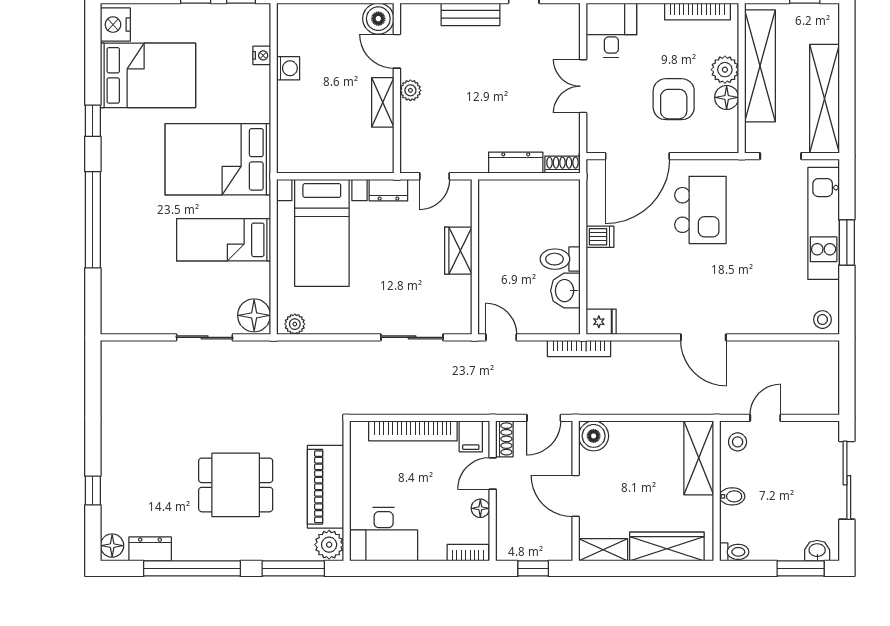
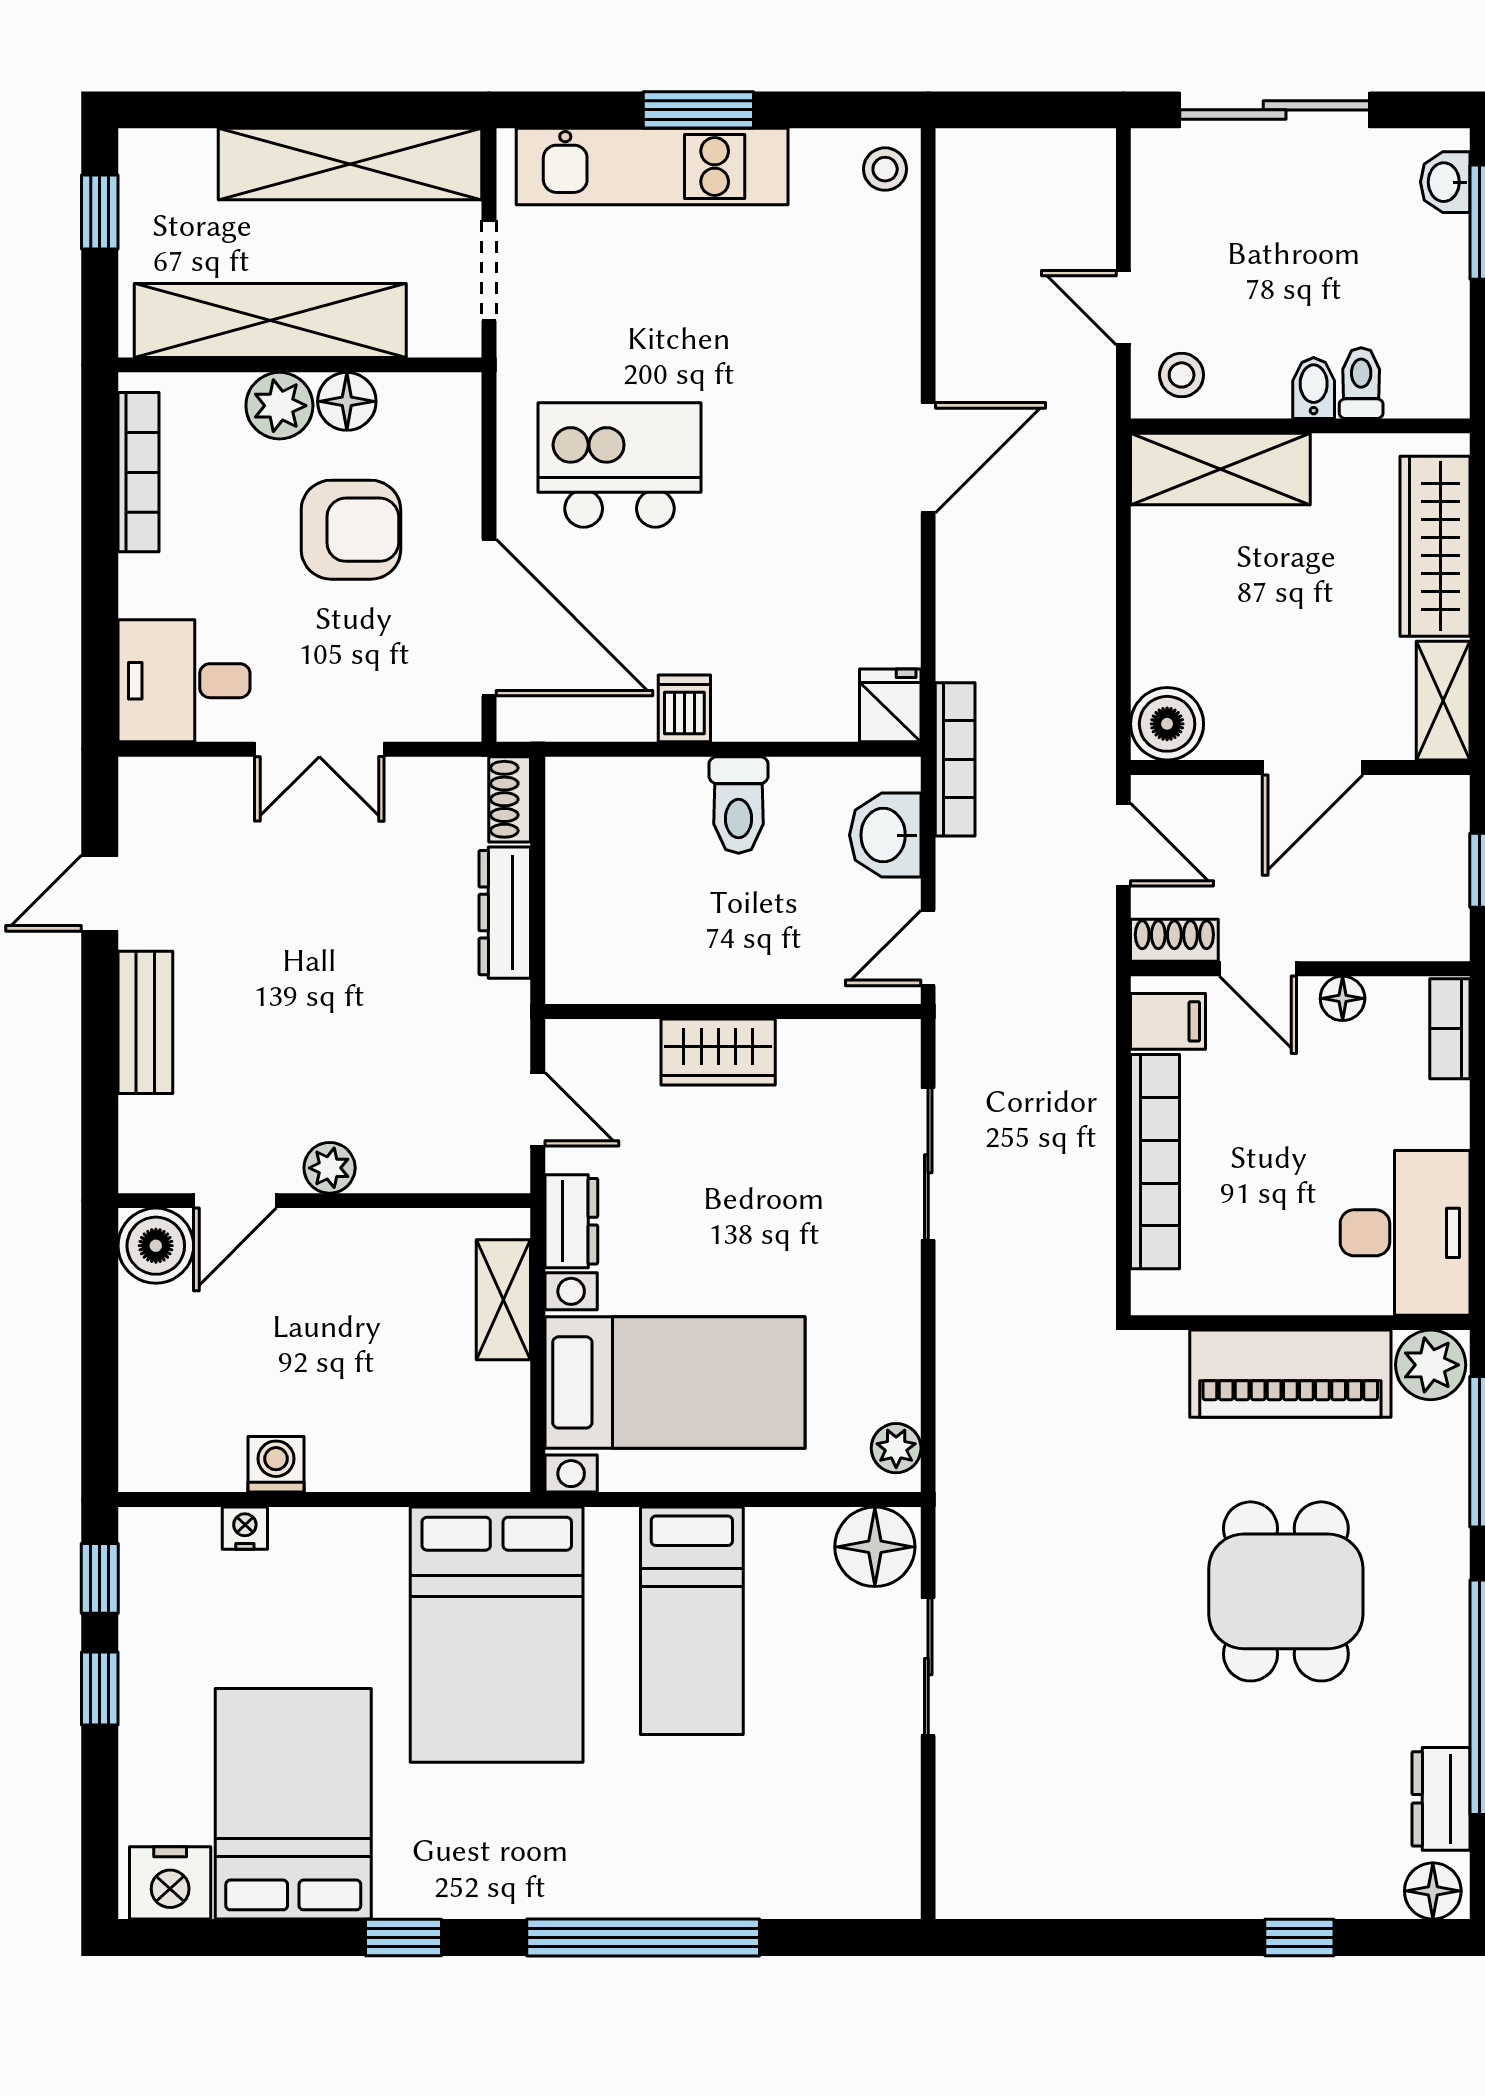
shelving: (383, 102) -> (503, 1300), moved, turned 90
washbasin: (565, 291) -> (885, 835), moved, turned 90
toilet: (734, 552) -> (1361, 383), moved

